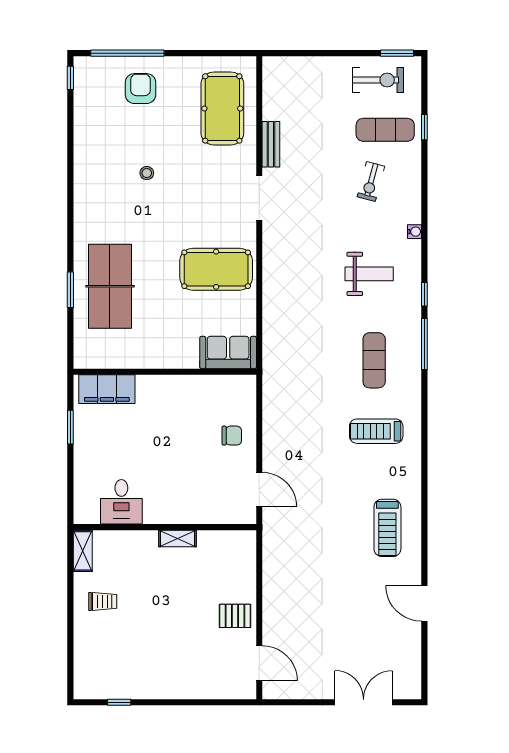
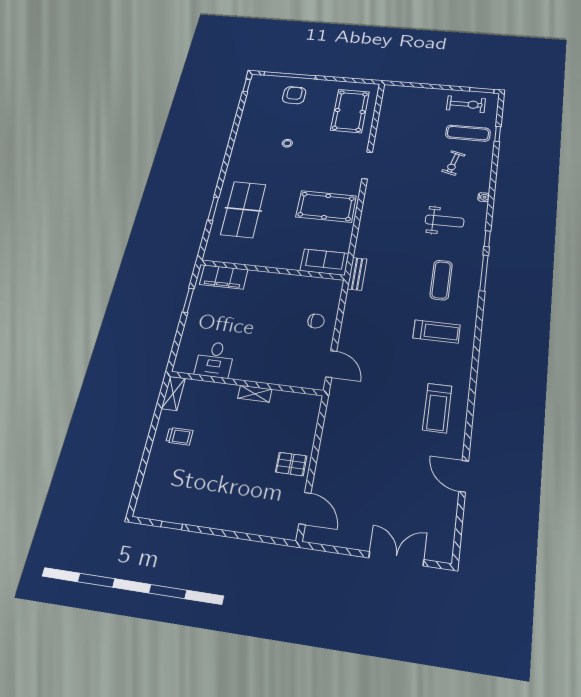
bench: (271, 144) -> (357, 274), moved
treadmill: (376, 431) -> (437, 331), turned 180

